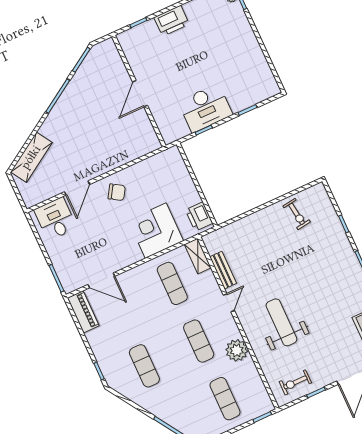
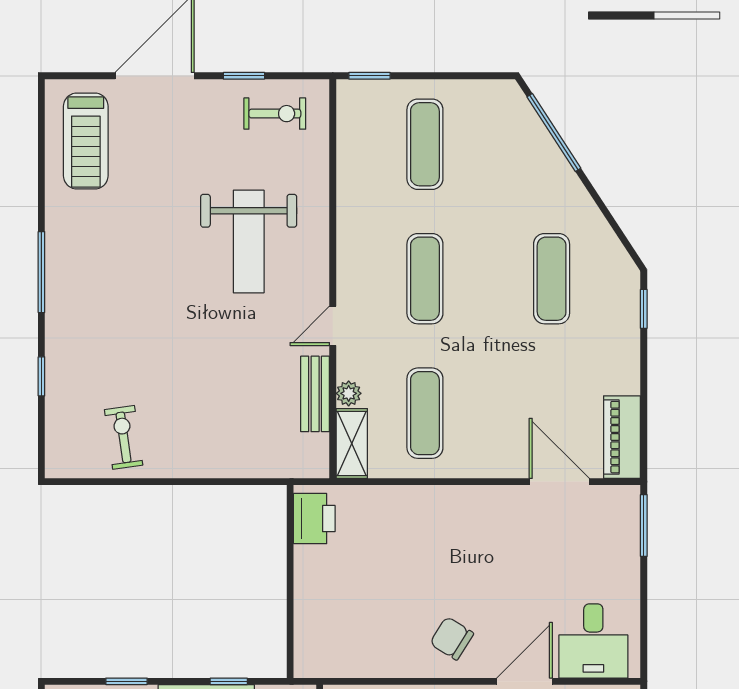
corner desk: (156, 231) -> (410, 530), removed
plant: (237, 350) -> (349, 393), moved, width x0.53, depth x0.53

